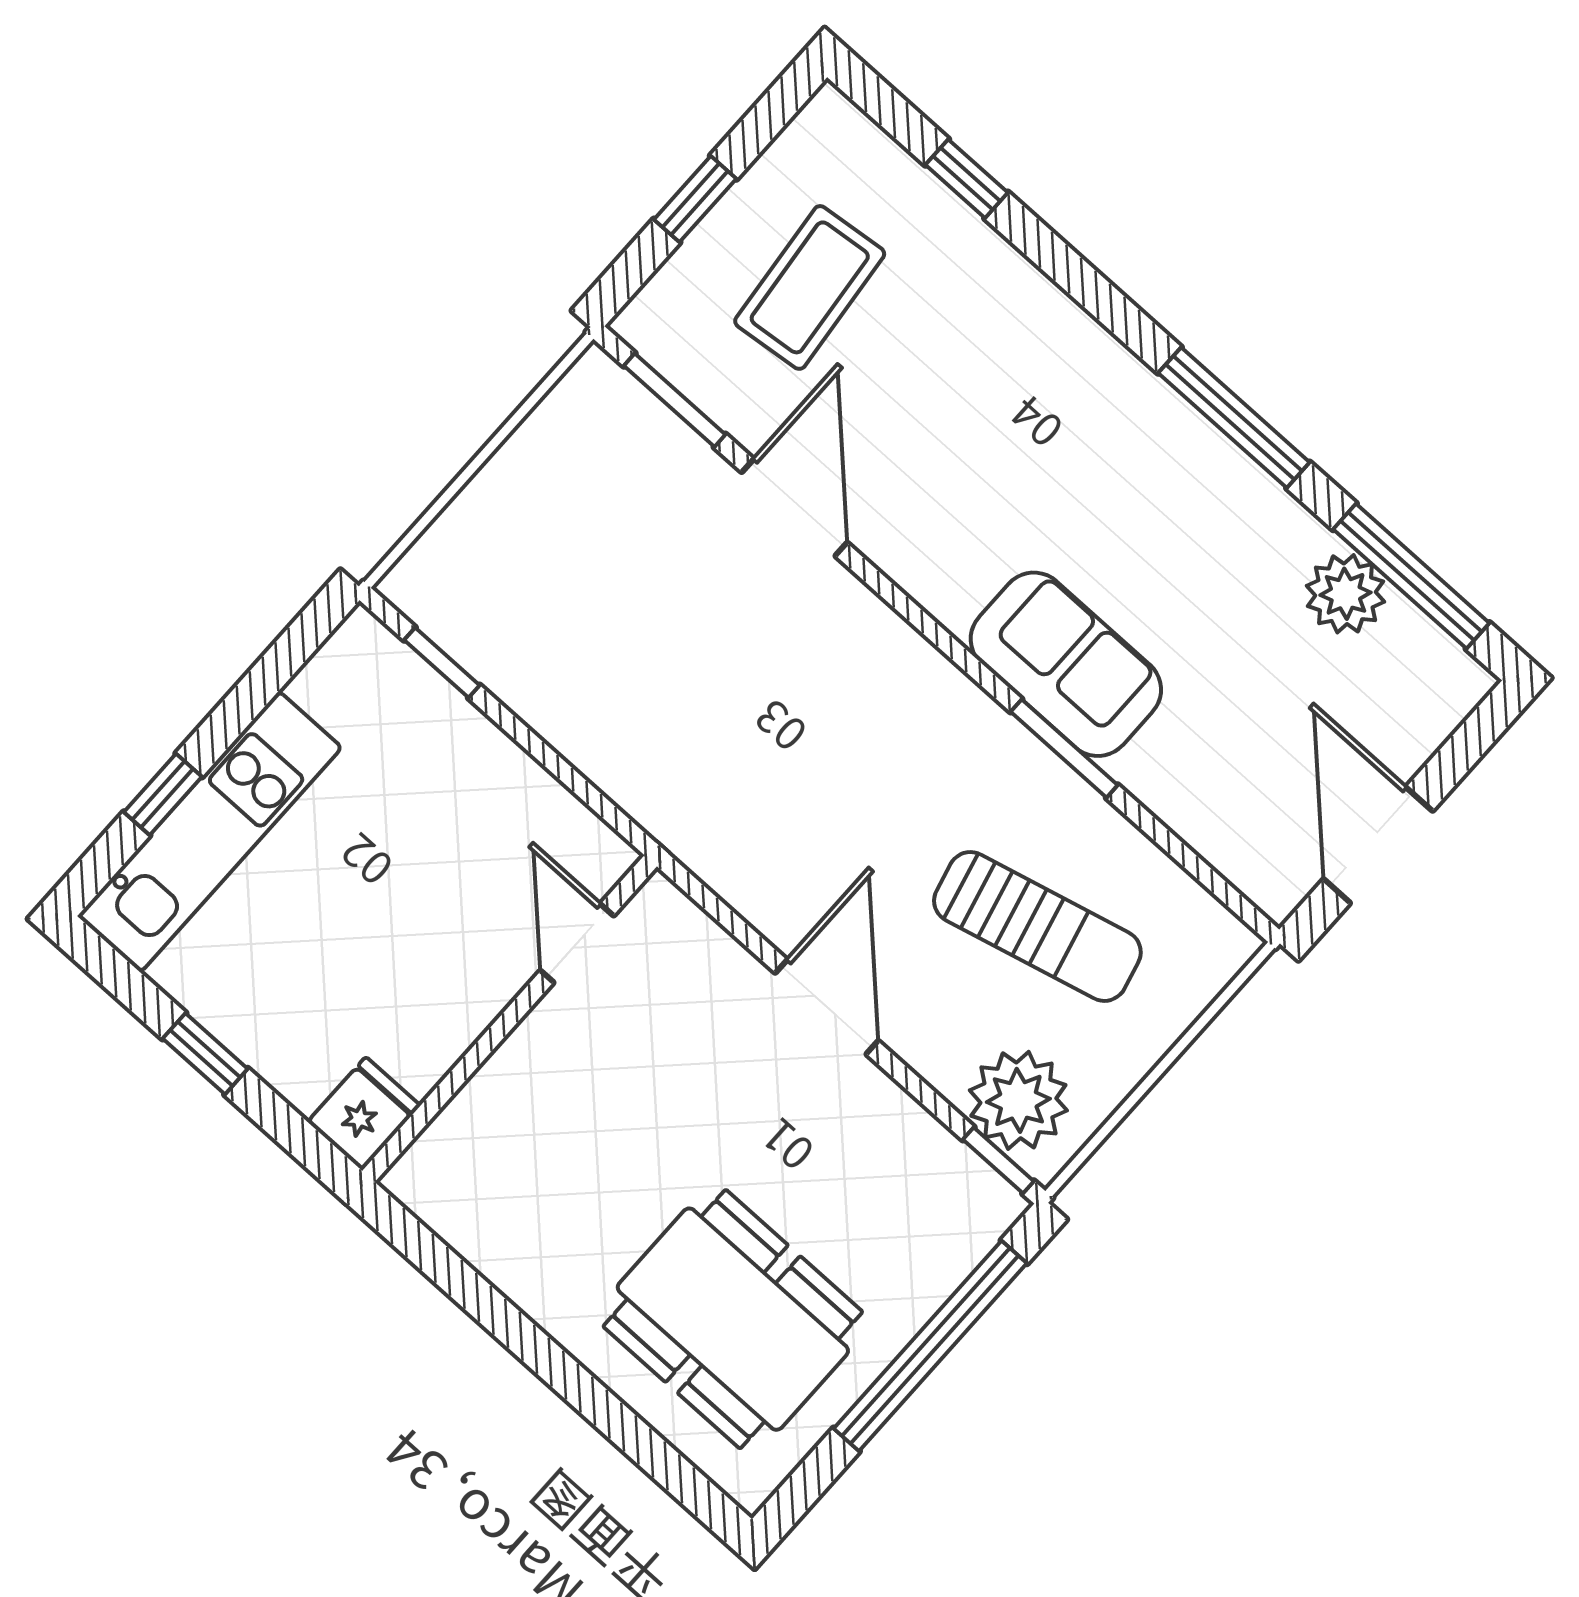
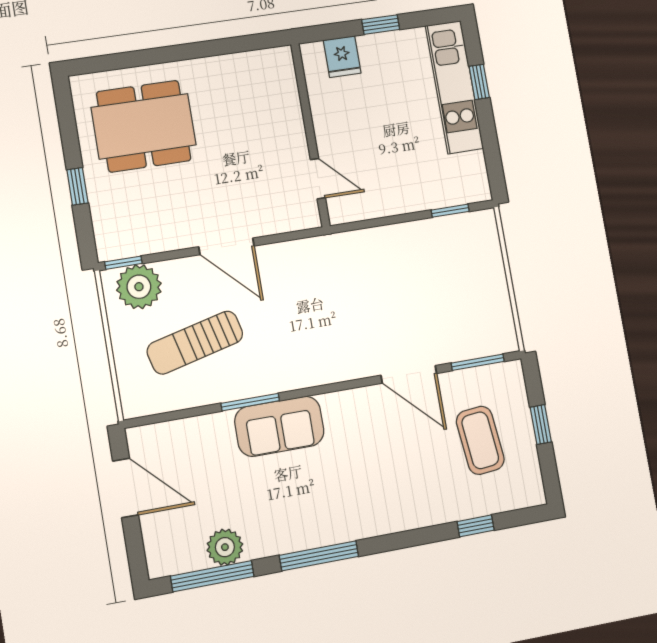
fridge: (364, 1114) -> (342, 57), moved
window: (930, 1346) -> (77, 186), width x0.32

